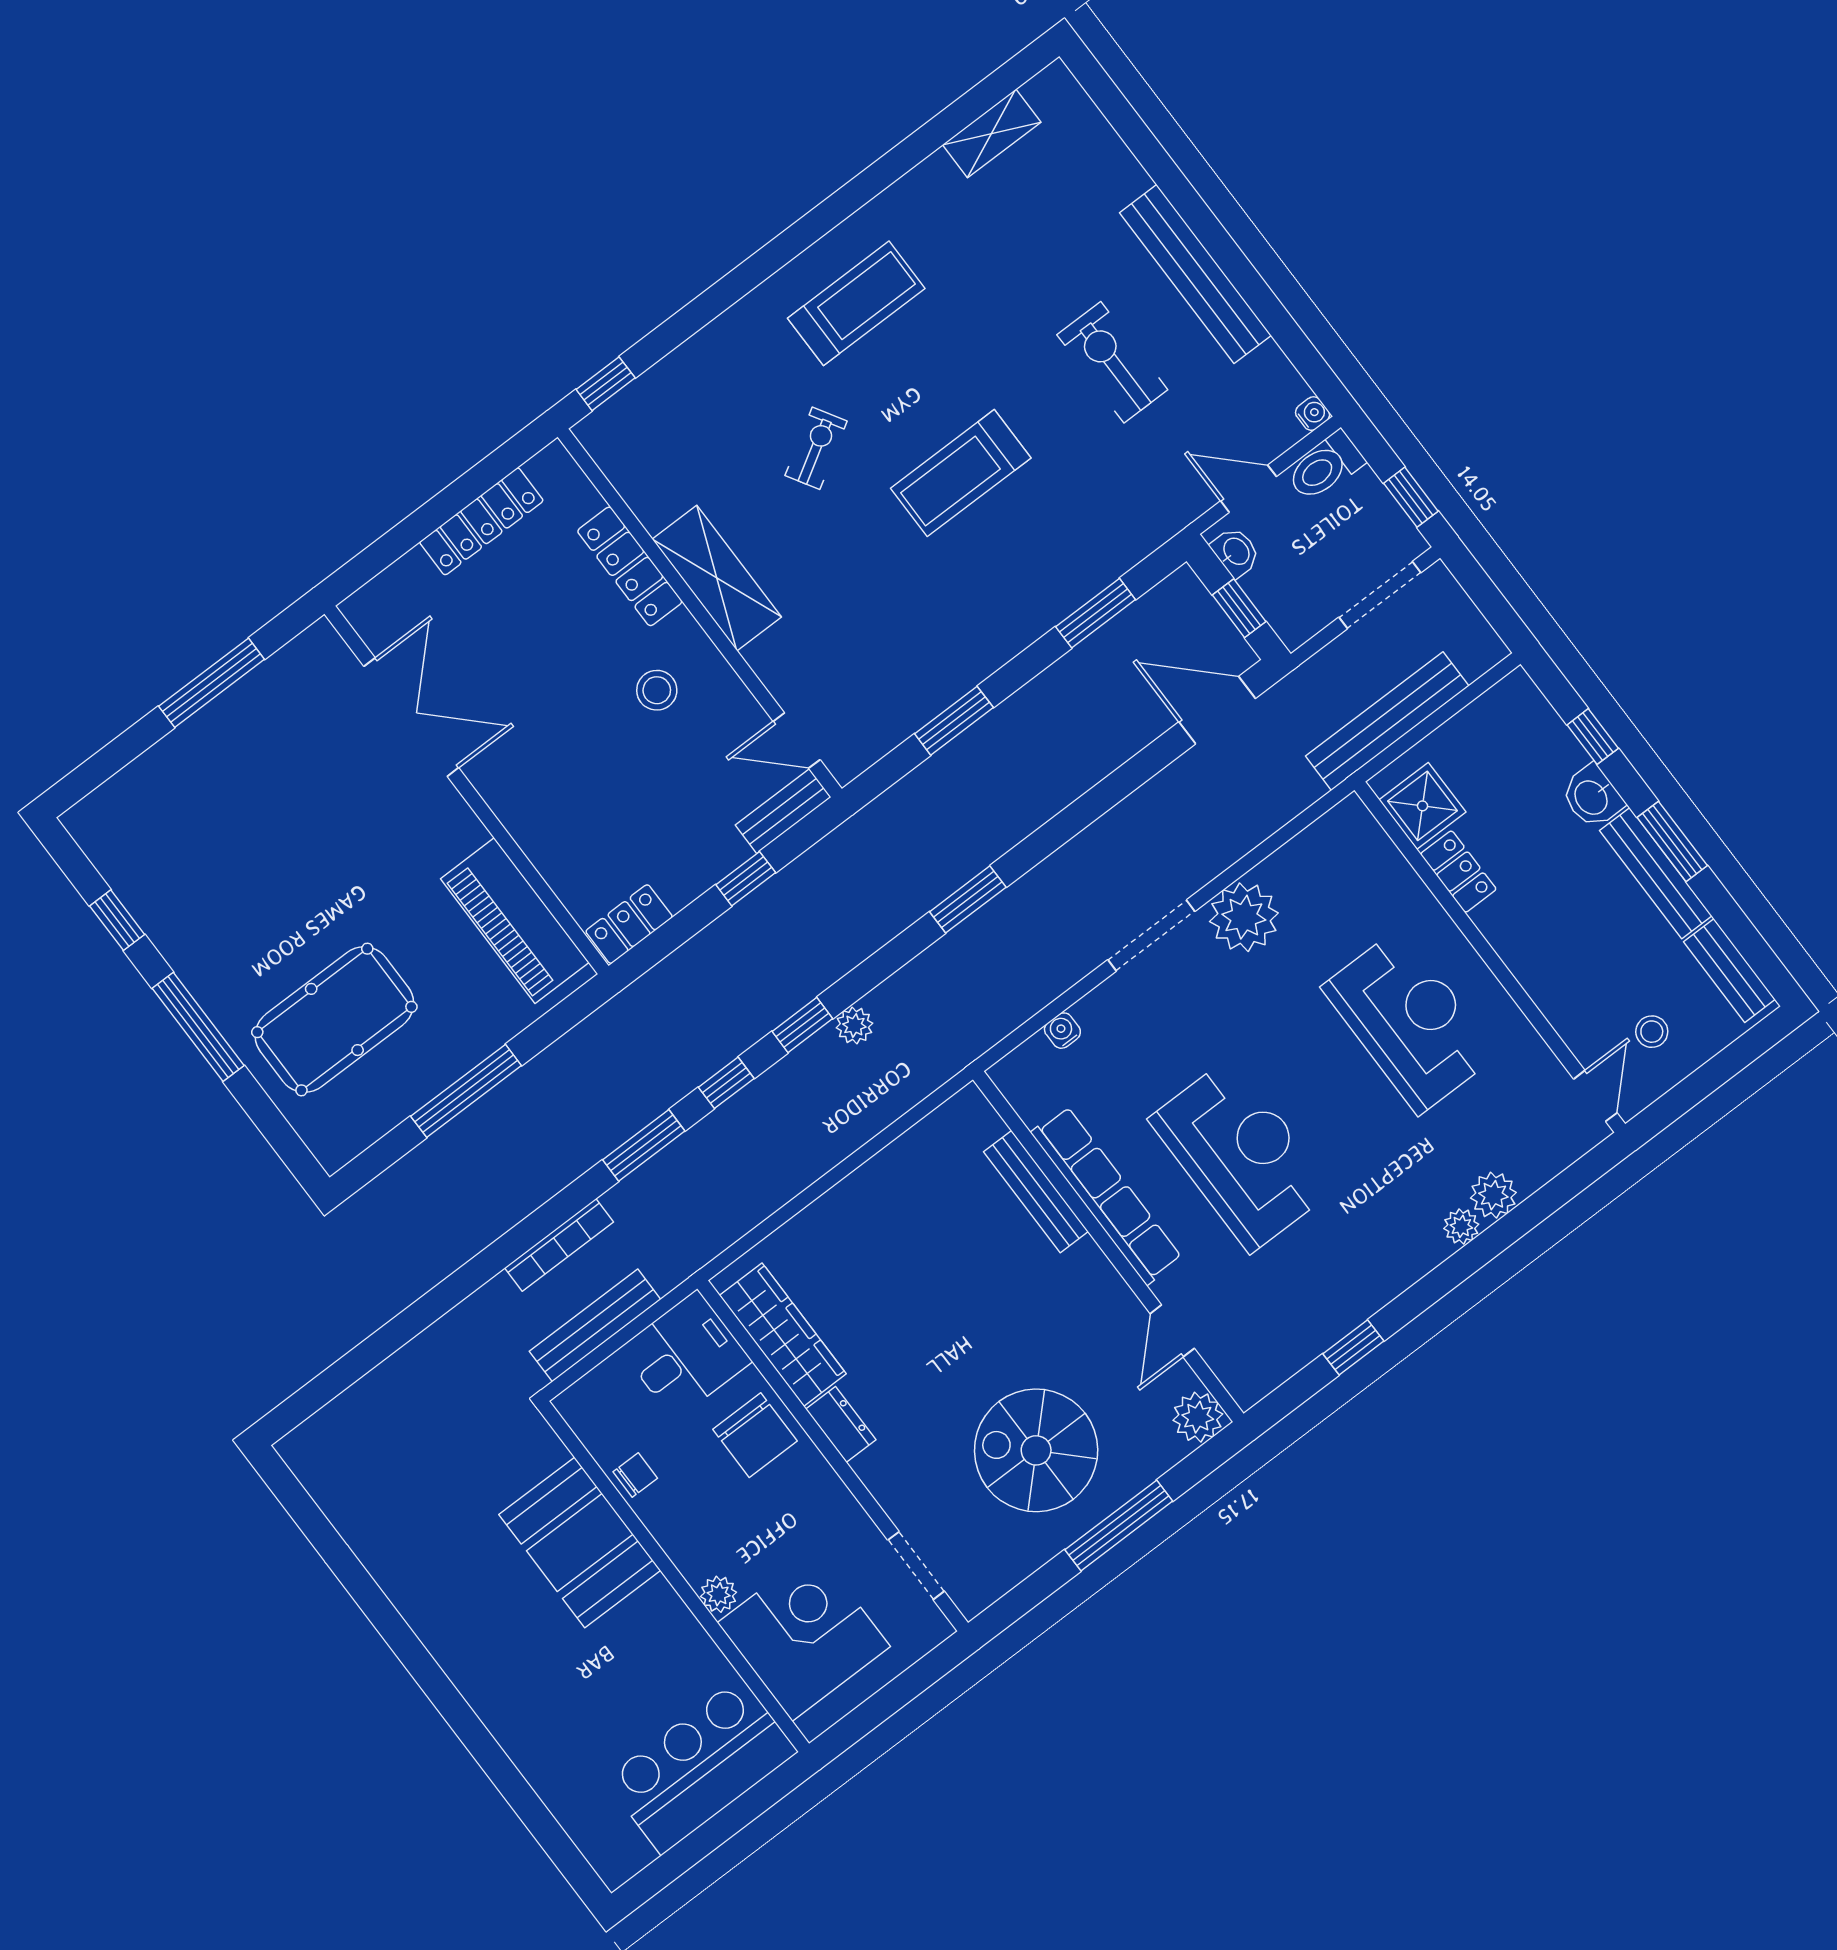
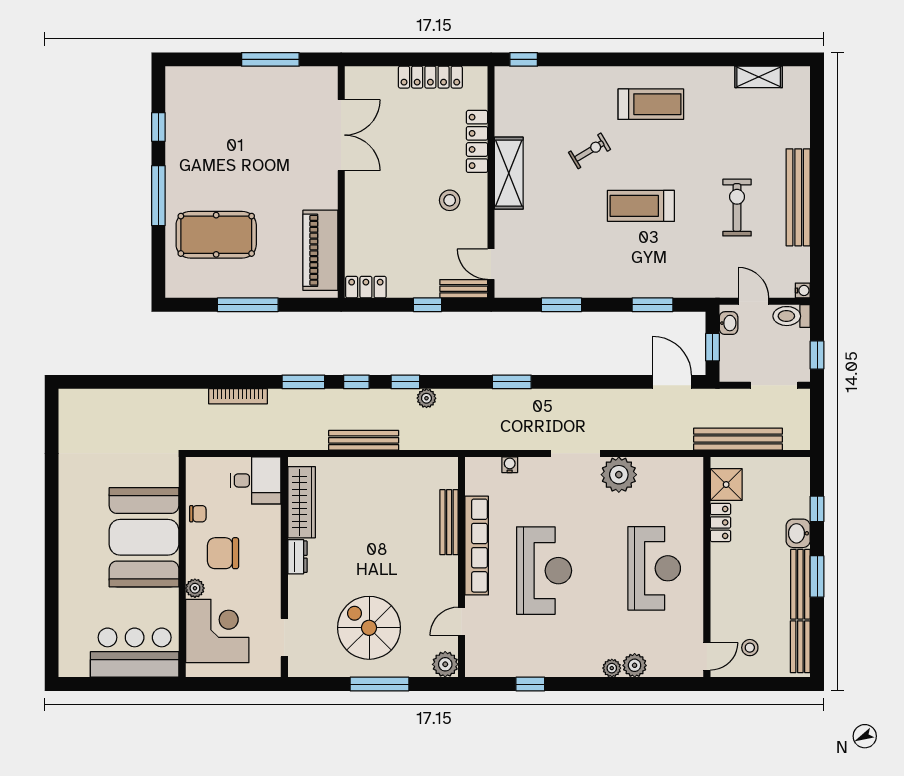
bench: (595, 1325) -> (364, 440), moved
chair: (755, 1435) -> (223, 553), moved, turned 90
booth: (580, 1543) -> (144, 537), width x1.36, depth x1.42

